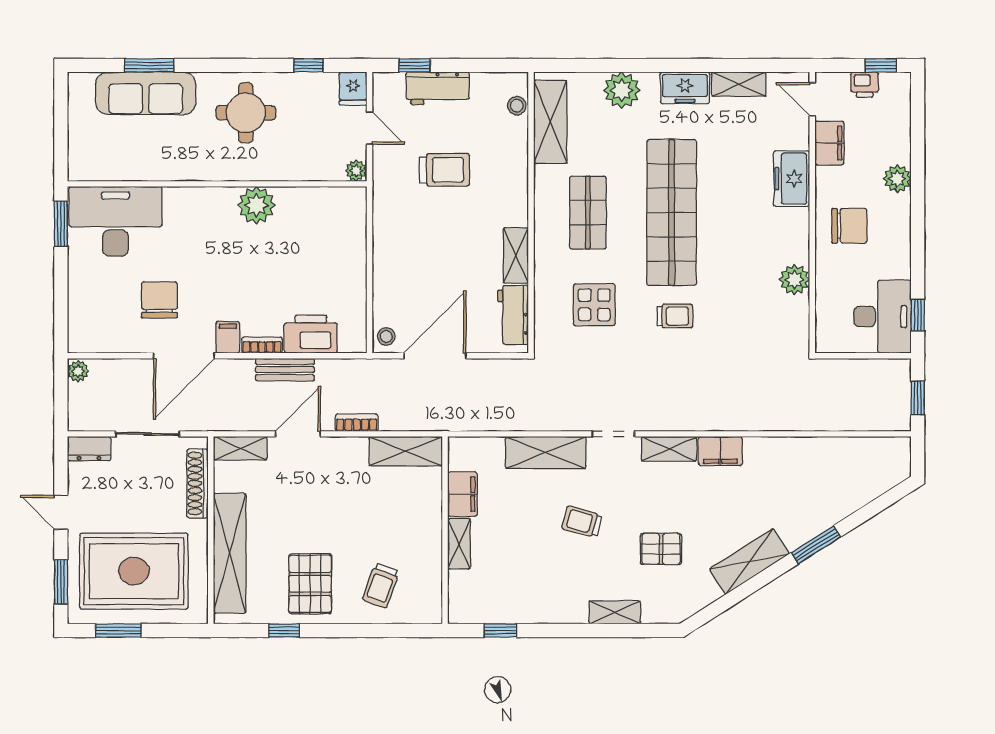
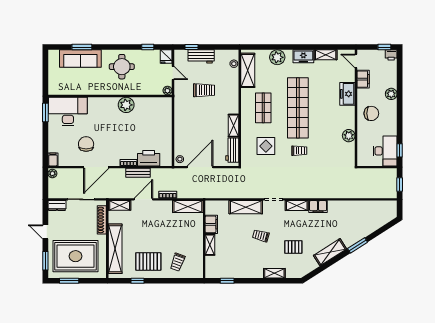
printer: (865, 85) -> (391, 55), moved
filing cabinet: (228, 337) -> (53, 159), moved
pallet: (310, 584) -> (148, 261), turned 90

